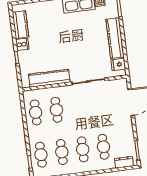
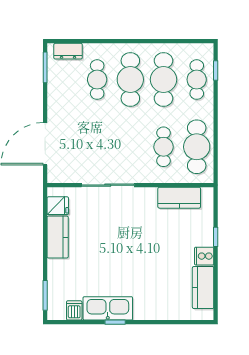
kitchen counter: (115, 38) -> (58, 237), width x0.67
kitchen counter: (49, 78) -> (179, 198), width x0.67
cafe table: (36, 112) -> (197, 147), width x1.37, depth x1.35
cafe table: (83, 149) -> (130, 80), width x1.37, depth x1.35
cafe table: (62, 152) -> (164, 80), width x1.37, depth x1.35

